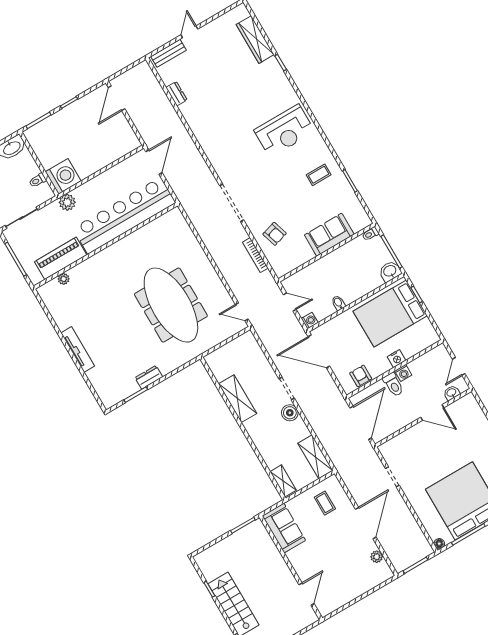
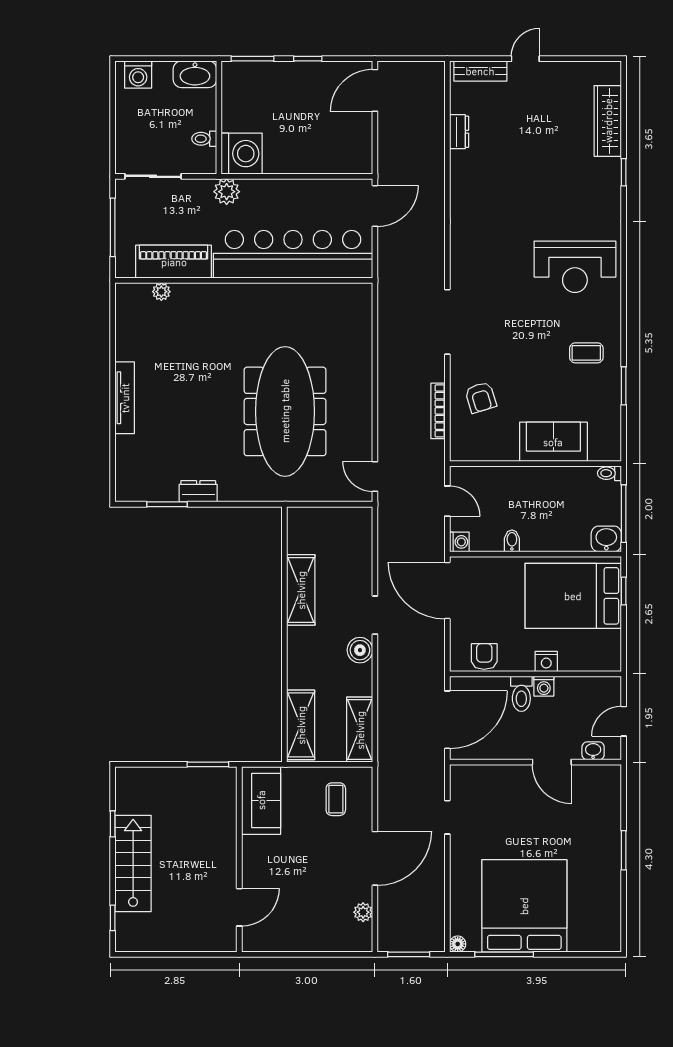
shelving: (283, 481) -> (301, 725), width x1.50, depth x1.33

